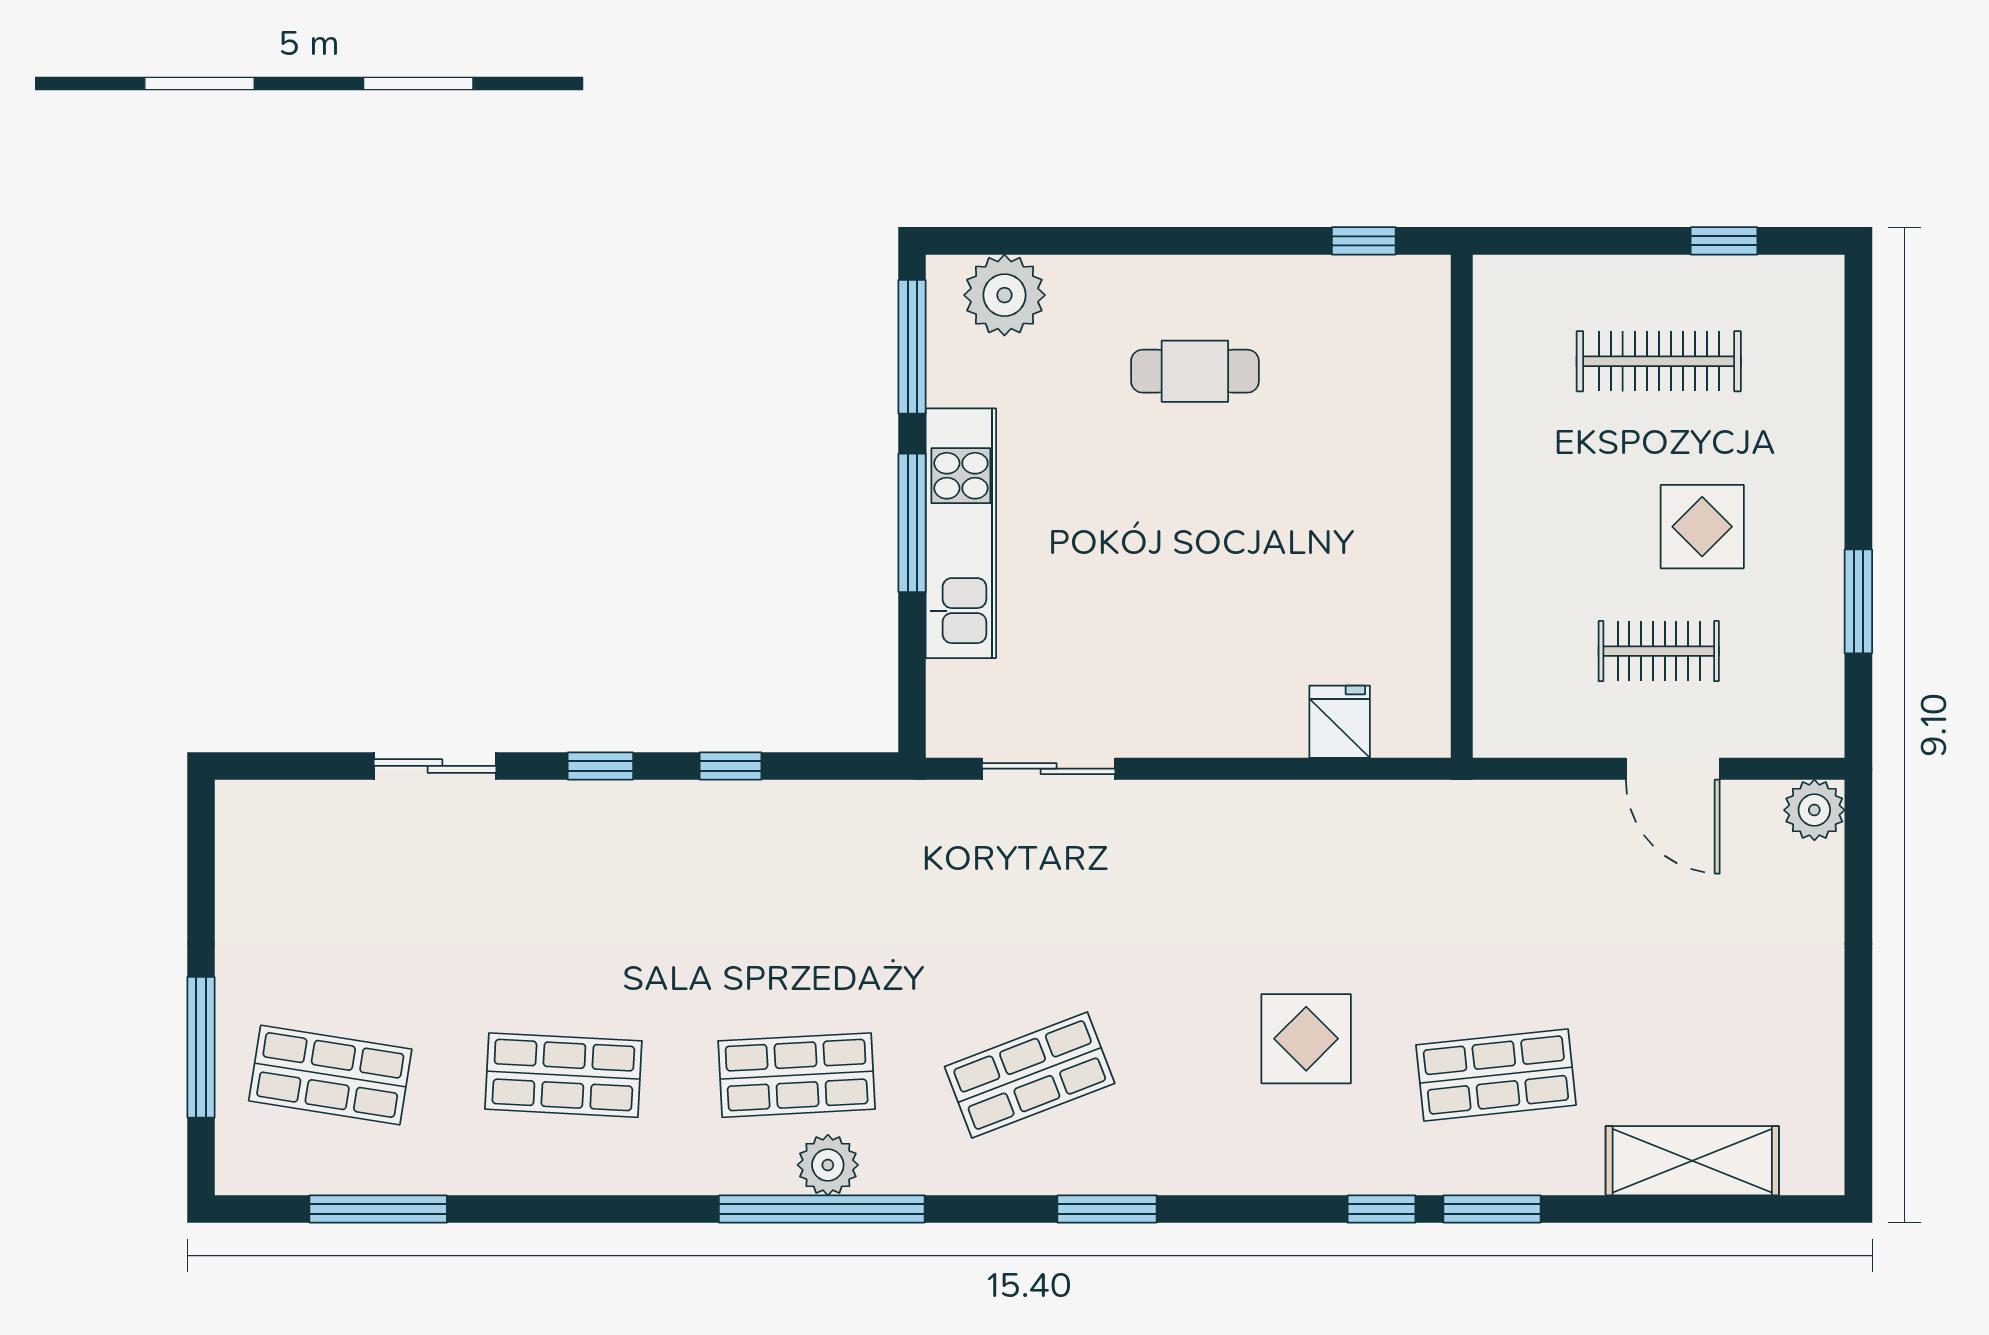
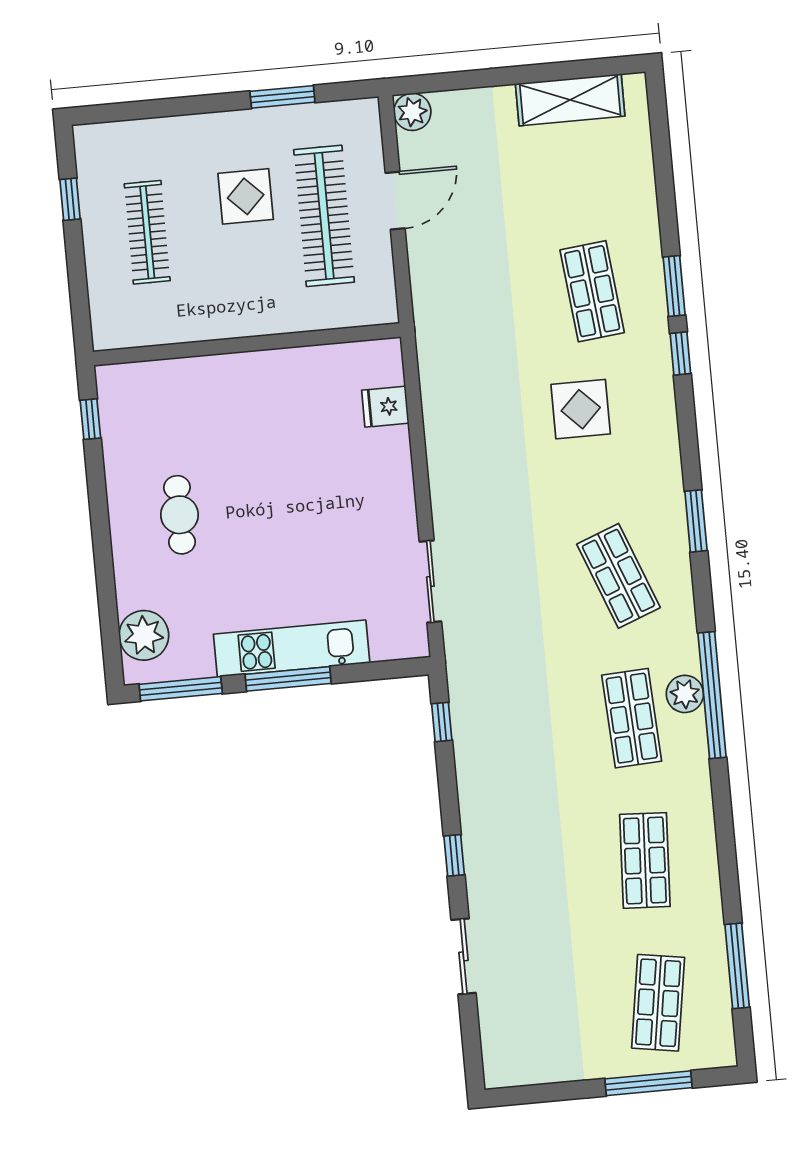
clothes rail: (1659, 651) -> (324, 216), width x1.86, depth x1.31
window: (730, 766) -> (442, 722), moved
shelving: (1692, 1161) -> (570, 100), moved, turned 90

